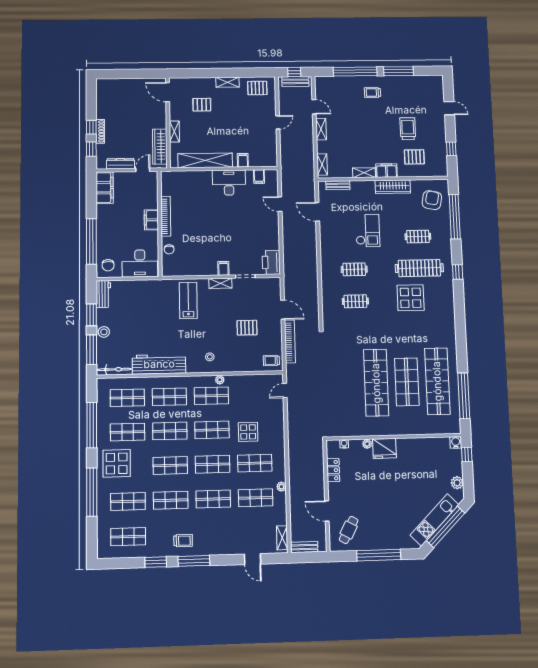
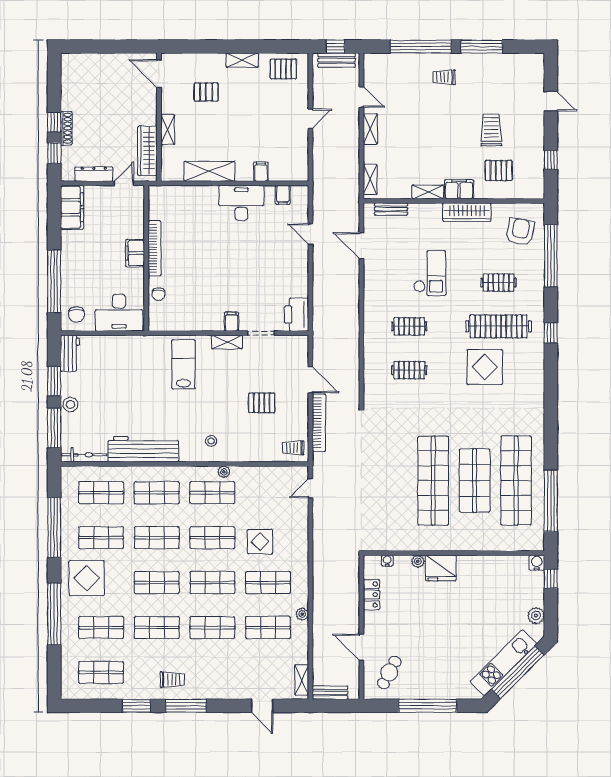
shelving: (205, 160) -> (209, 171), width x0.68

